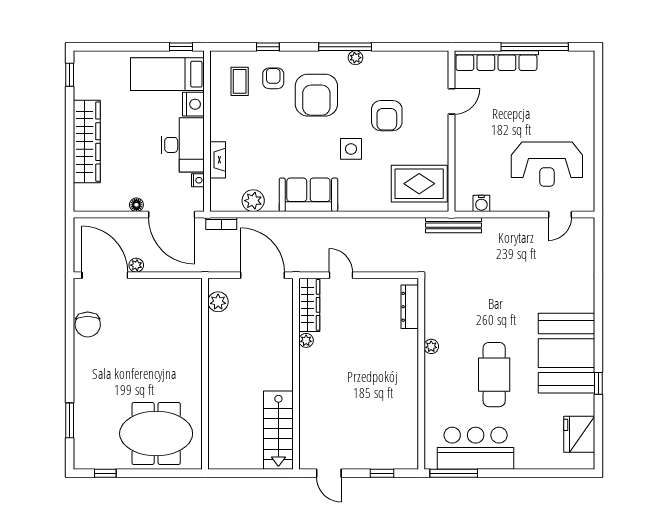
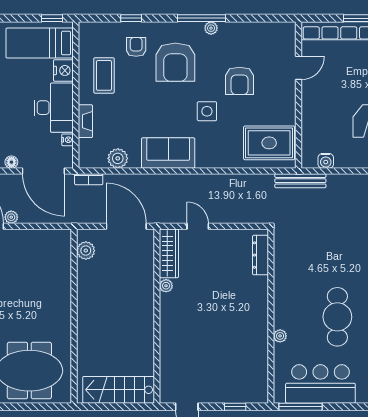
coffee table: (240, 81) -> (104, 75), moved, width x1.36, depth x1.30
plant: (431, 346) -> (280, 336), moved
stairs: (278, 430) -> (119, 390), moved, turned 90

